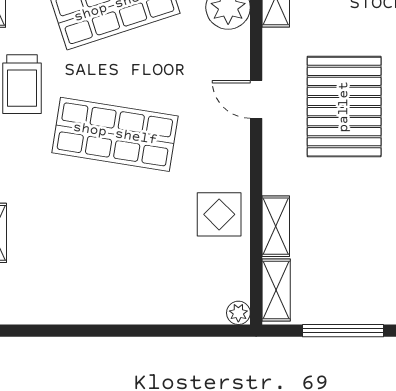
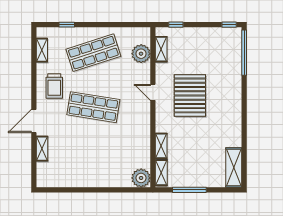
display table: (219, 214) -> (137, 141), removed
plant: (238, 313) -> (141, 178), width x1.87, depth x1.87

